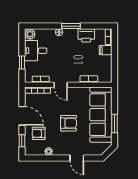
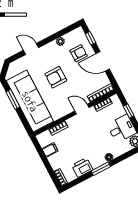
filing cabinet: (106, 50) -> (50, 150), moved

